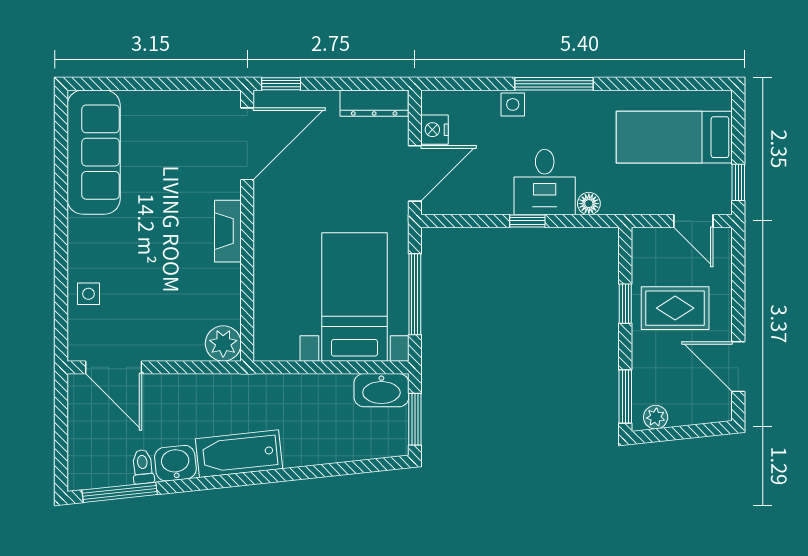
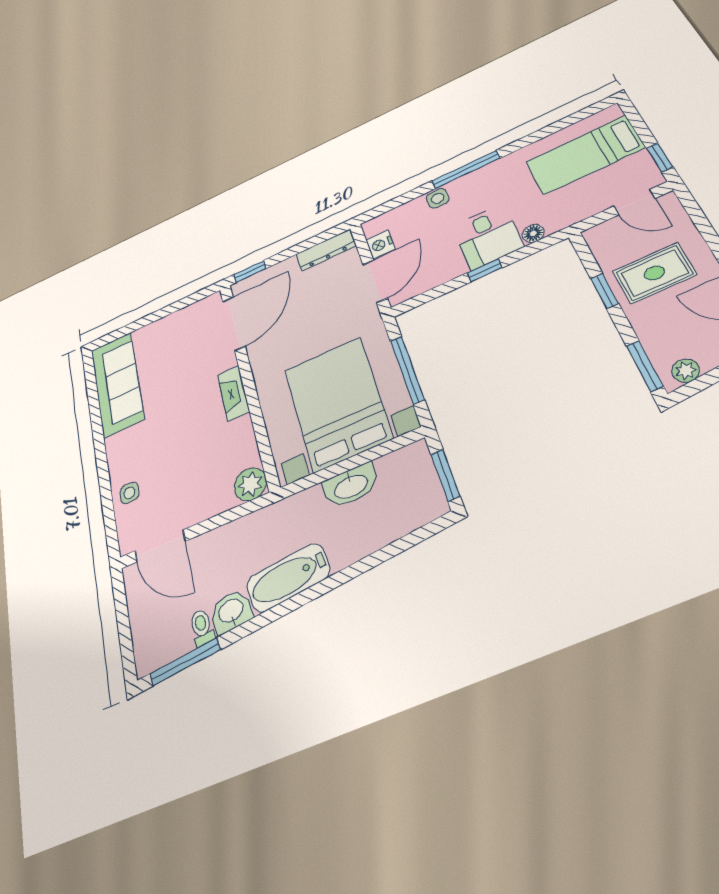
bed with nightstands: (354, 297) -> (337, 403), width x1.36
washbasin: (381, 390) -> (351, 486), moved

